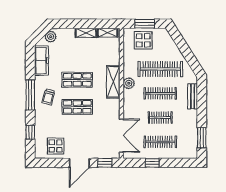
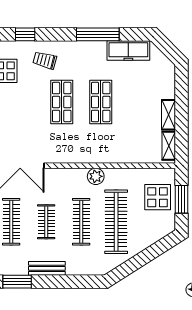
plant: (51, 37) -> (163, 64), removed
shelving: (113, 82) -> (98, 154), removed
window: (30, 95) -> (98, 34), moved
bench: (193, 96) -> (47, 268), moved
trolley: (48, 97) -> (45, 60), moved

